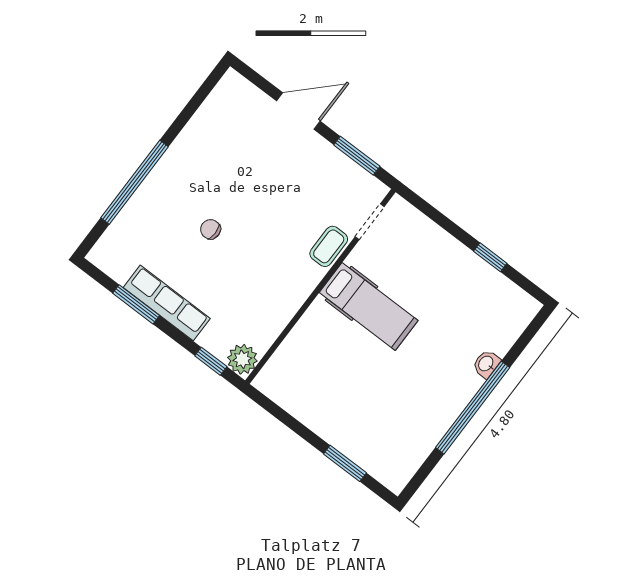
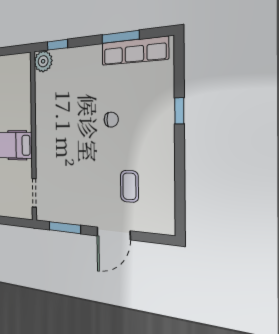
window: (135, 182) -> (179, 111), width x0.32
coffee table: (329, 246) -> (129, 186), moved
row of seats: (167, 303) -> (134, 51), moved

